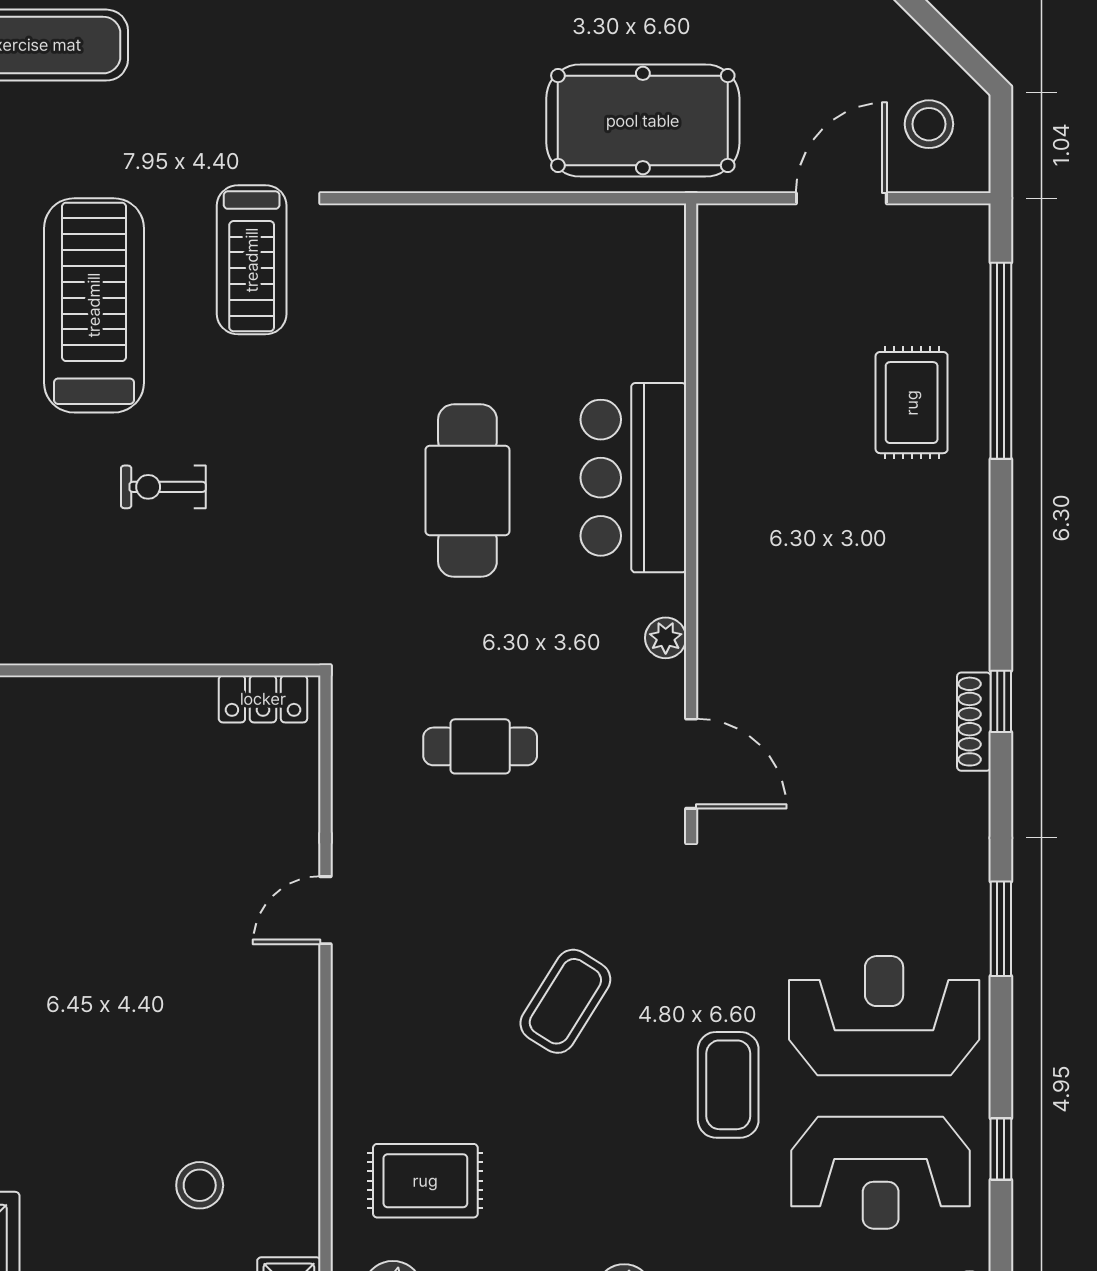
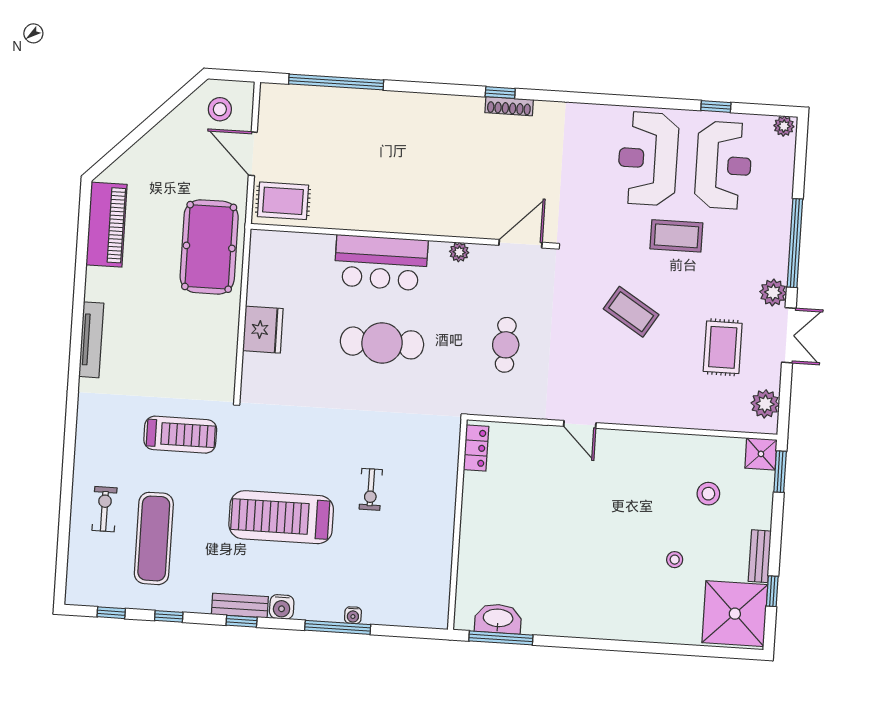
fridge: (479, 243) -> (263, 330), added
treadmill: (252, 260) -> (180, 435), moved
rug: (912, 403) -> (283, 201), moved
window: (1001, 929) -> (610, 100), removed
stool: (59, 1124) -> (675, 560), added
rug: (425, 1181) -> (723, 347), moved

